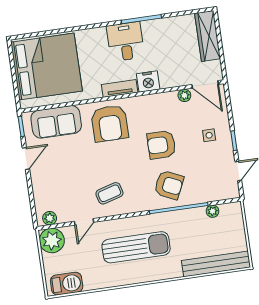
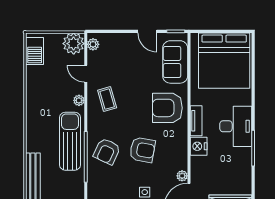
desk: (126, 42) -> (236, 126), width x1.37
armchair: (161, 145) -> (142, 150), turned 100
plant: (212, 211) -> (79, 100), moved
sun lounger: (136, 247) -> (70, 141), moved, turned 180

